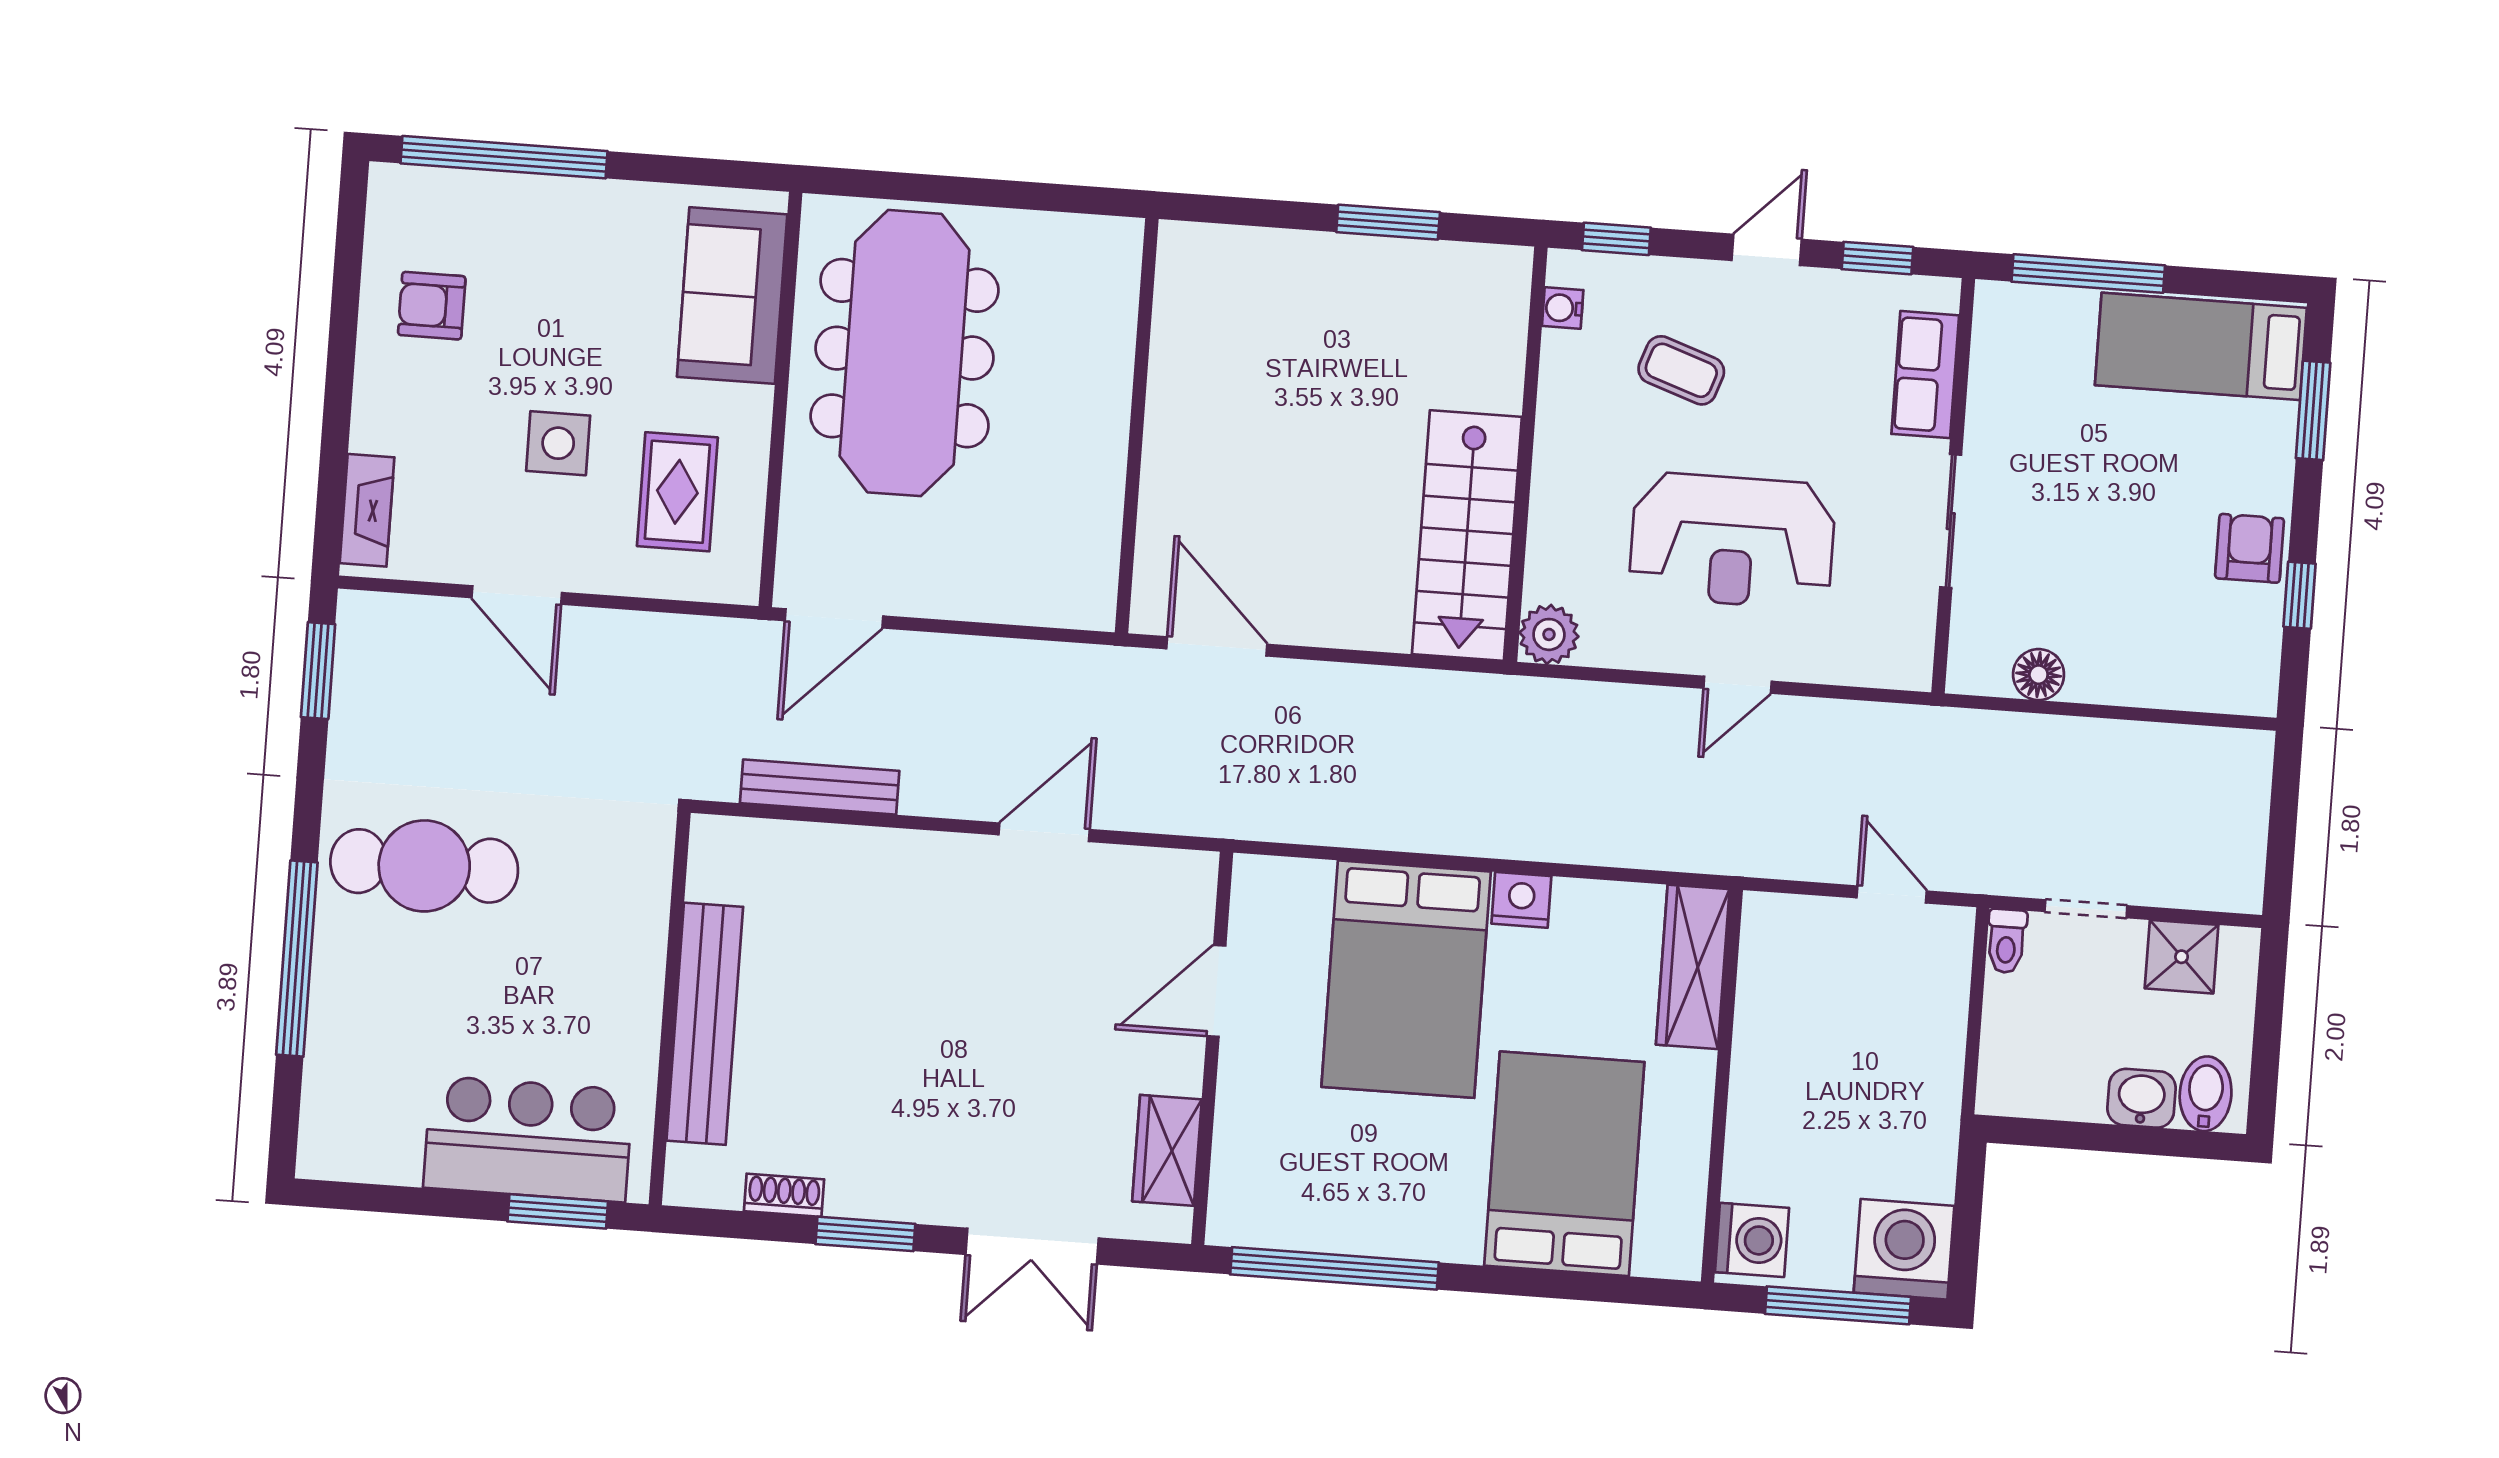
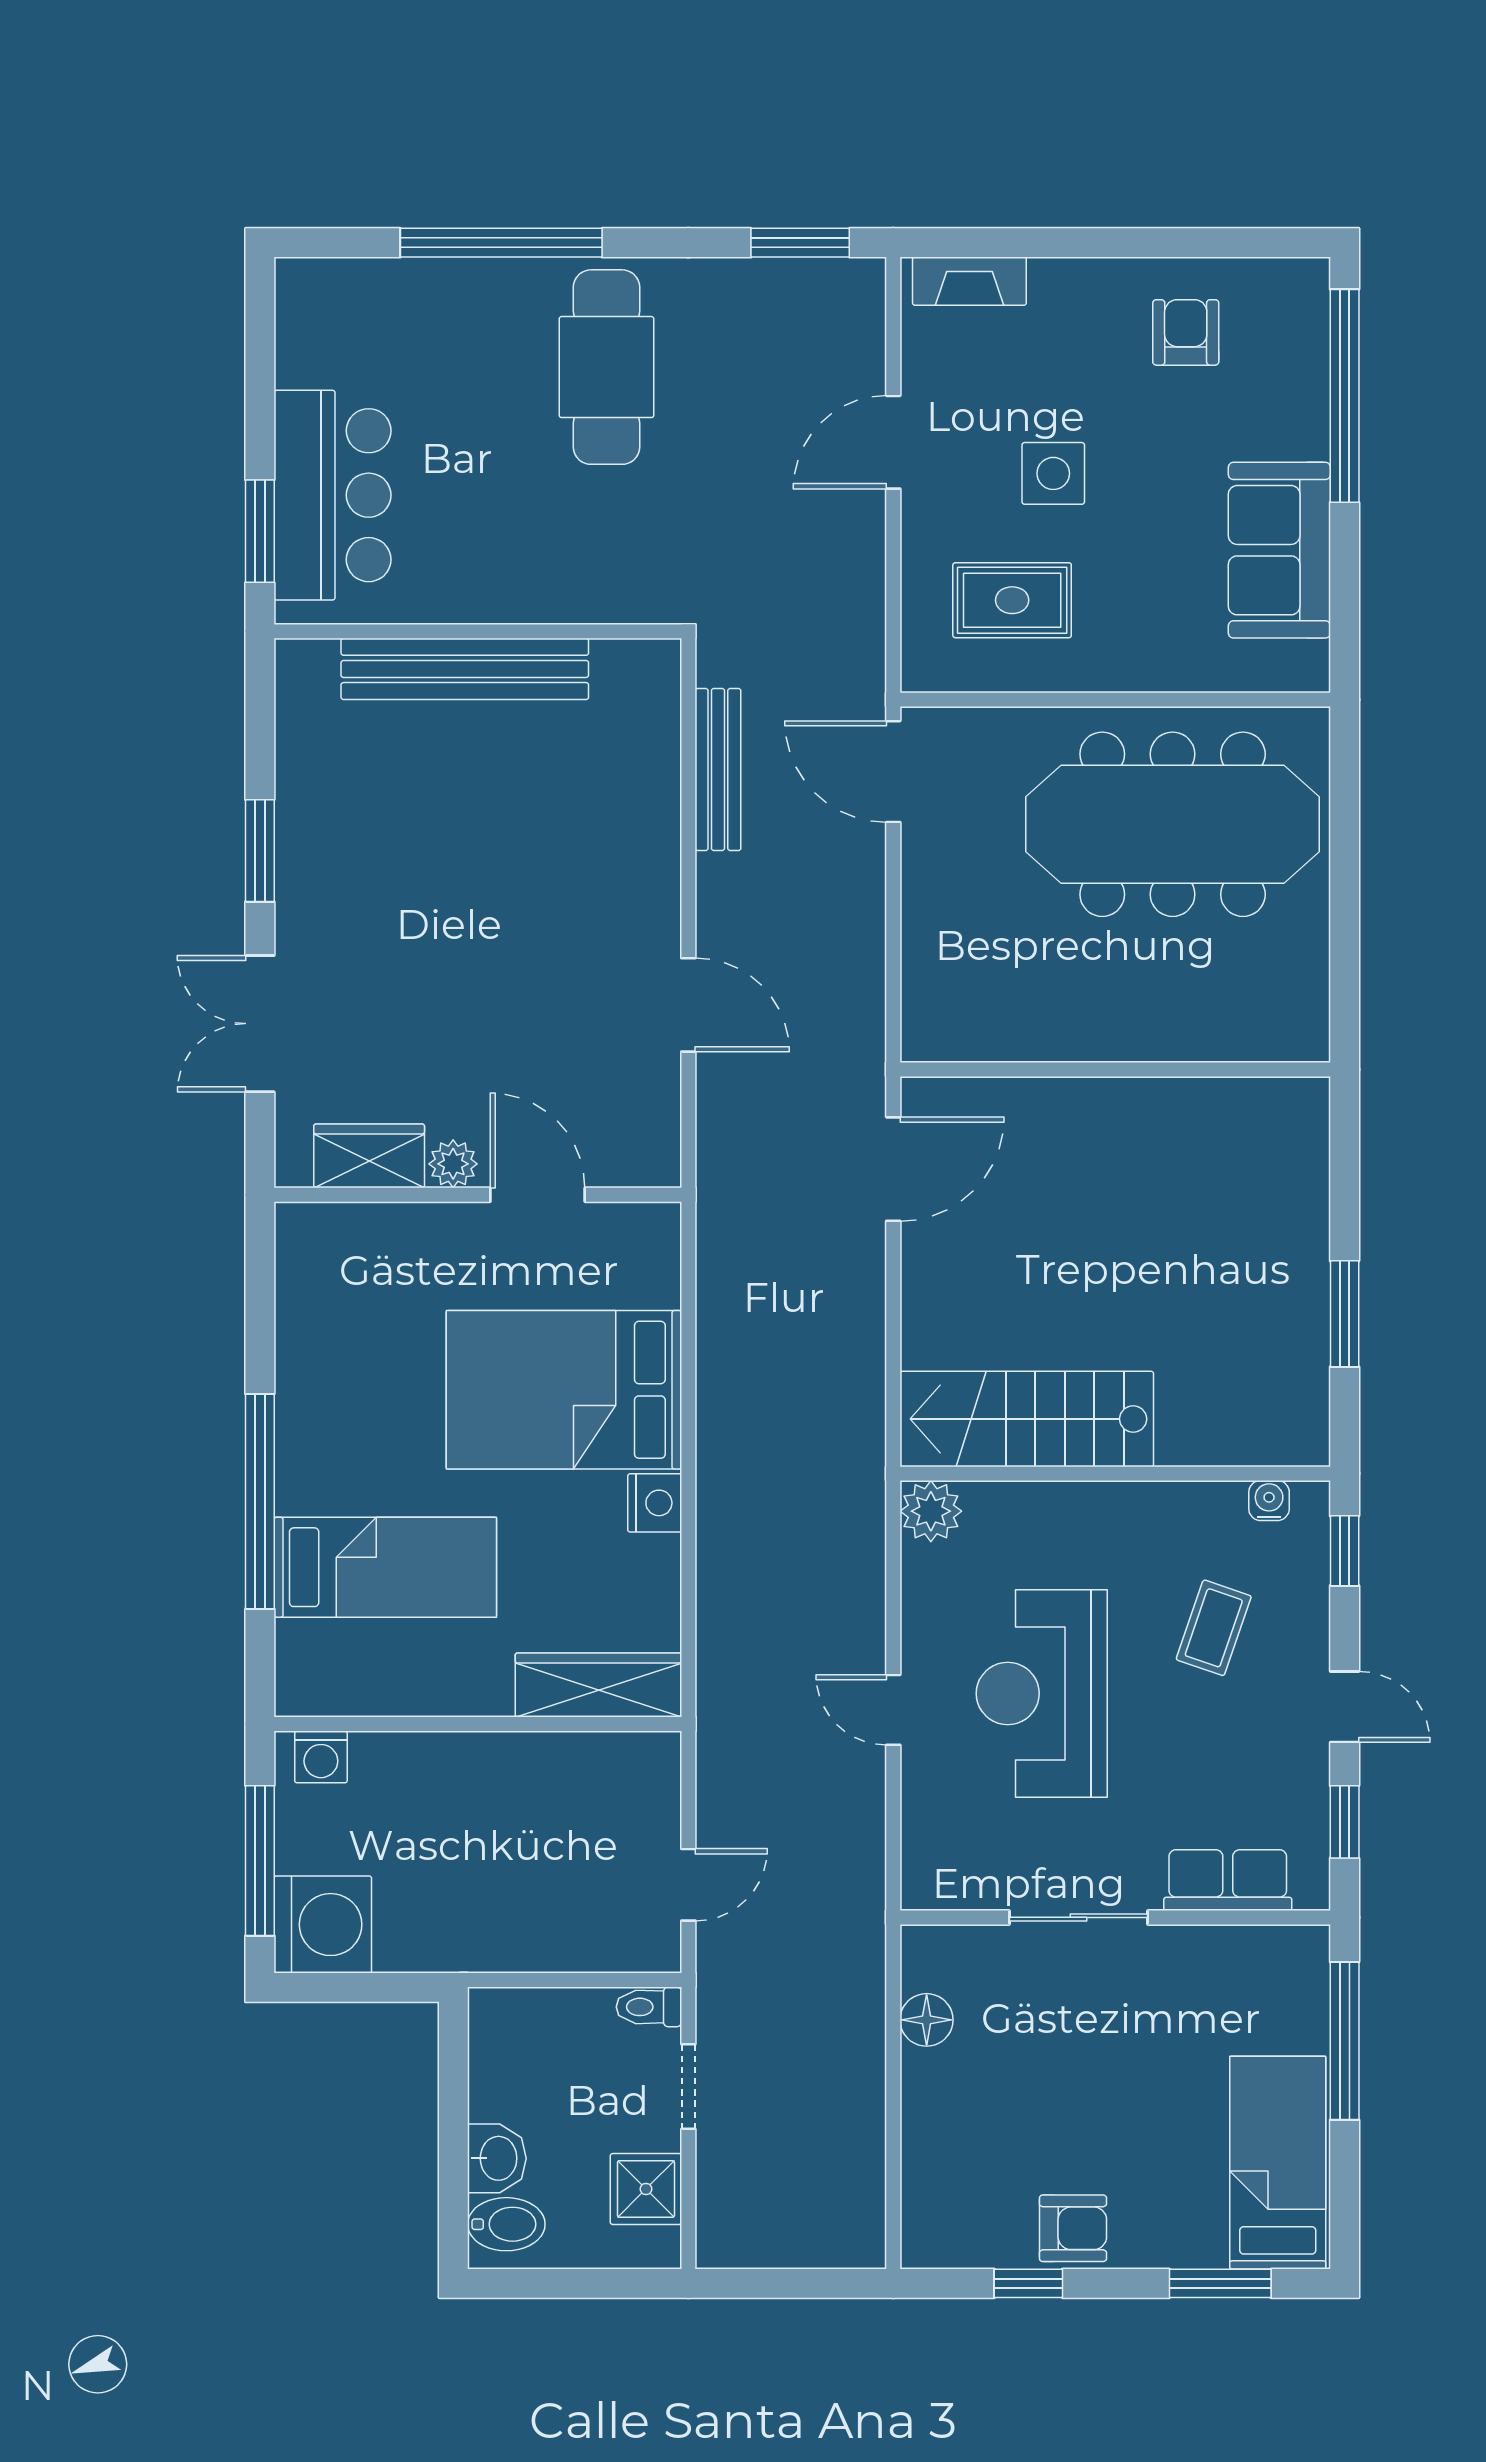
sofa: (732, 296) -> (1279, 550), moved, turned -90
plant: (1181, 1070) -> (453, 1164), added
bed: (1564, 1164) -> (385, 1567), width x0.67
shoe rack: (784, 1195) -> (294, 764), removed
washing machine: (1752, 1240) -> (321, 1757), width x0.73, depth x0.73
window: (1334, 1268) -> (260, 1501), moved

